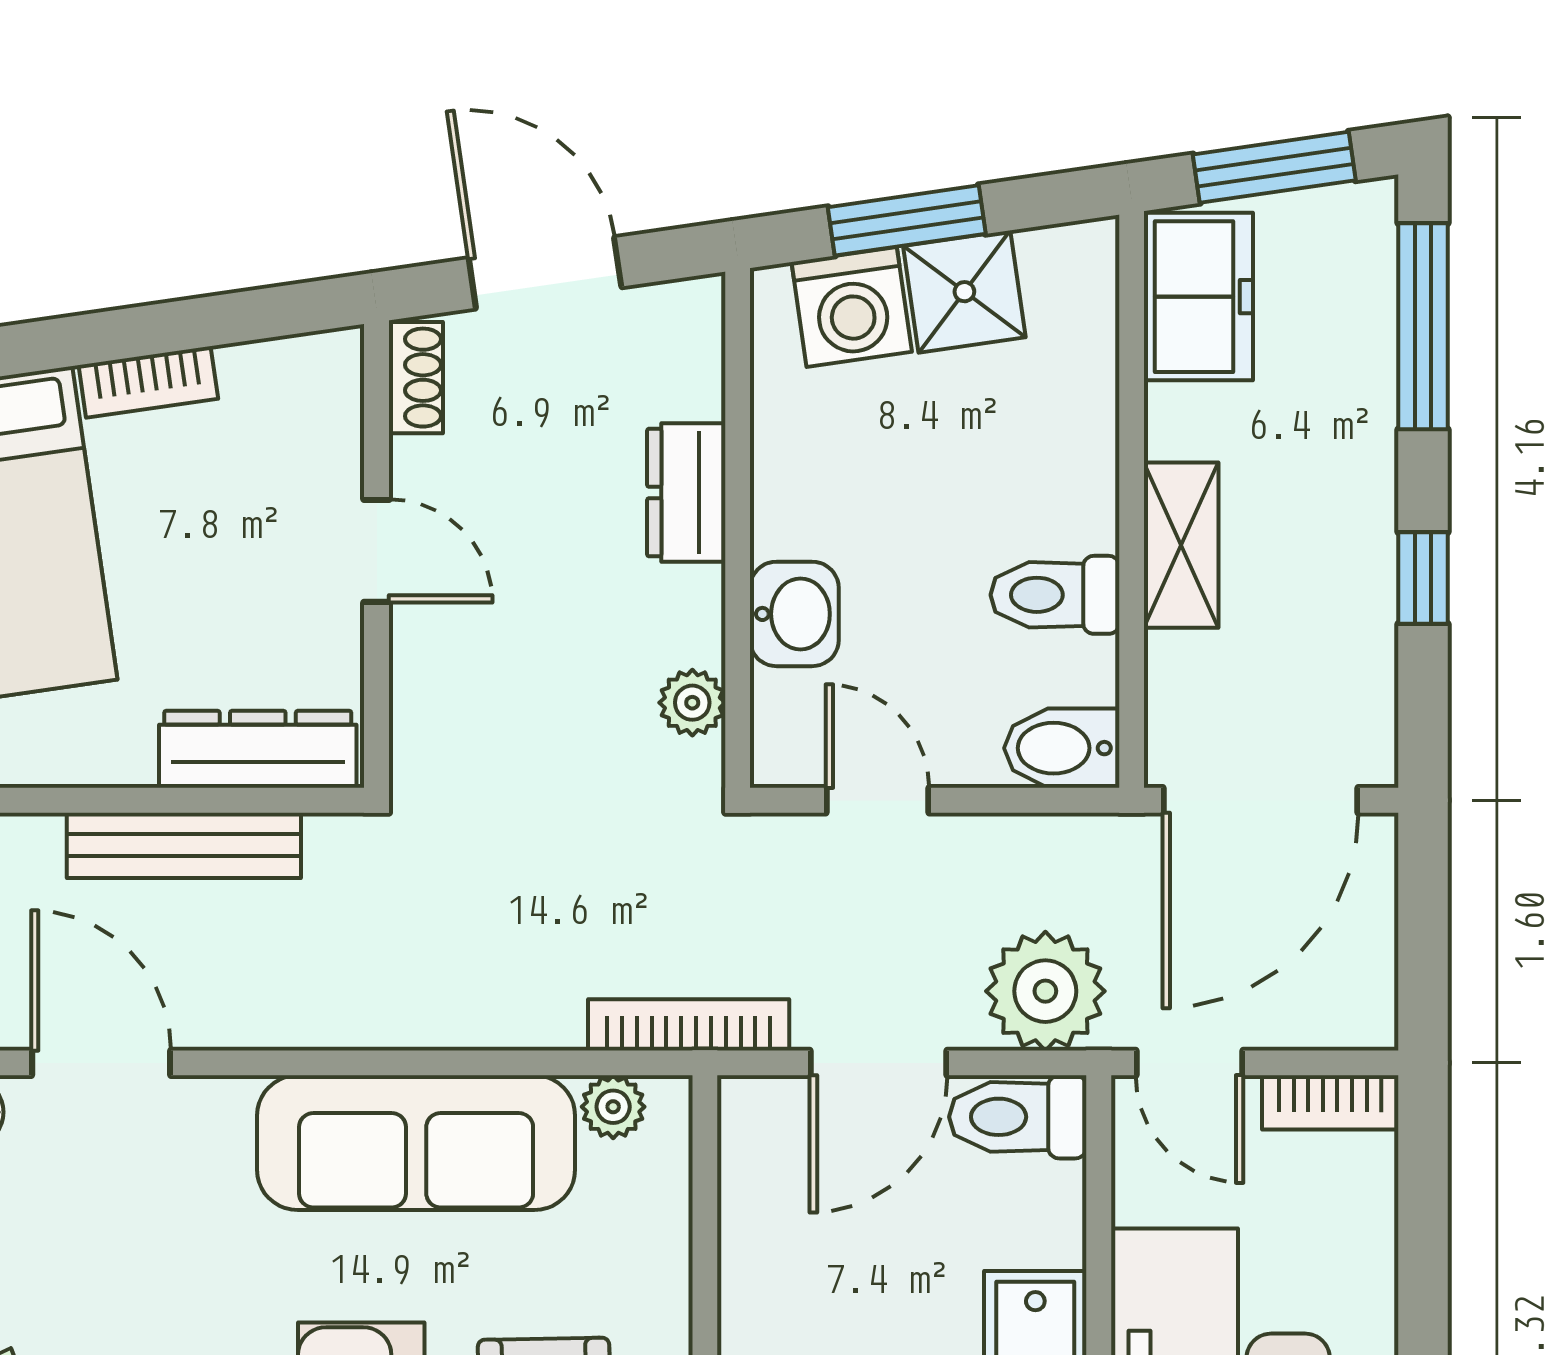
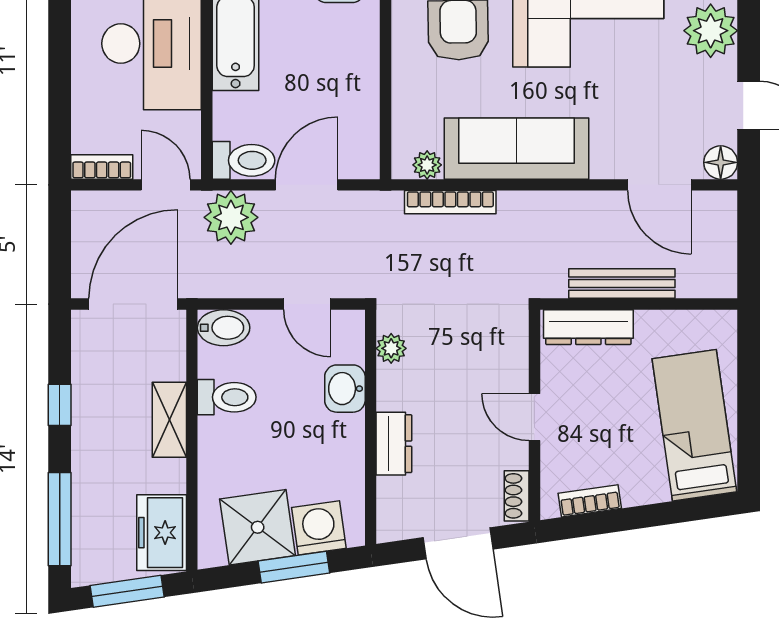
shower: (964, 292) -> (258, 527), width x1.36, depth x1.36
bookcase: (148, 382) -> (590, 501), moved
bookcase: (689, 1025) -> (450, 202), moved

